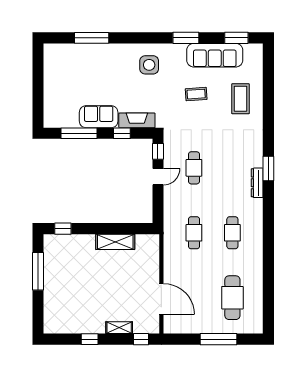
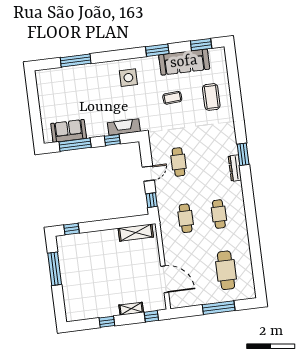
sofa: (99, 117) -> (69, 131), moved
window: (158, 151) -> (152, 200), moved
shelving: (115, 242) -> (136, 233), moved

